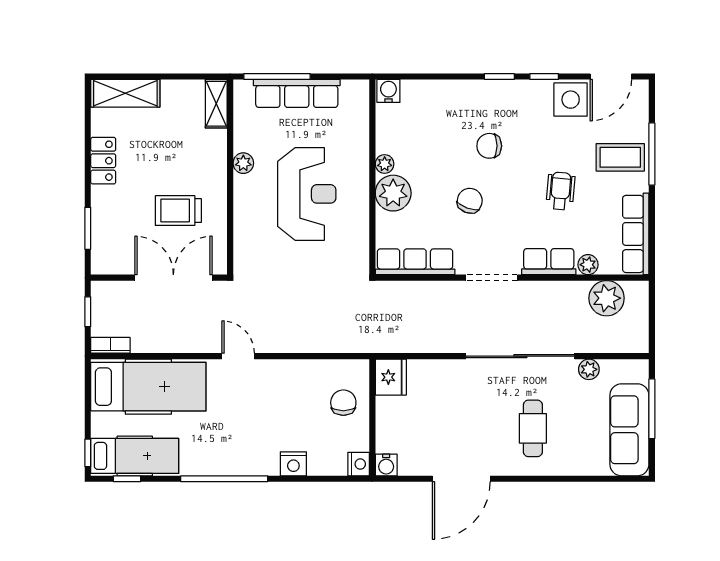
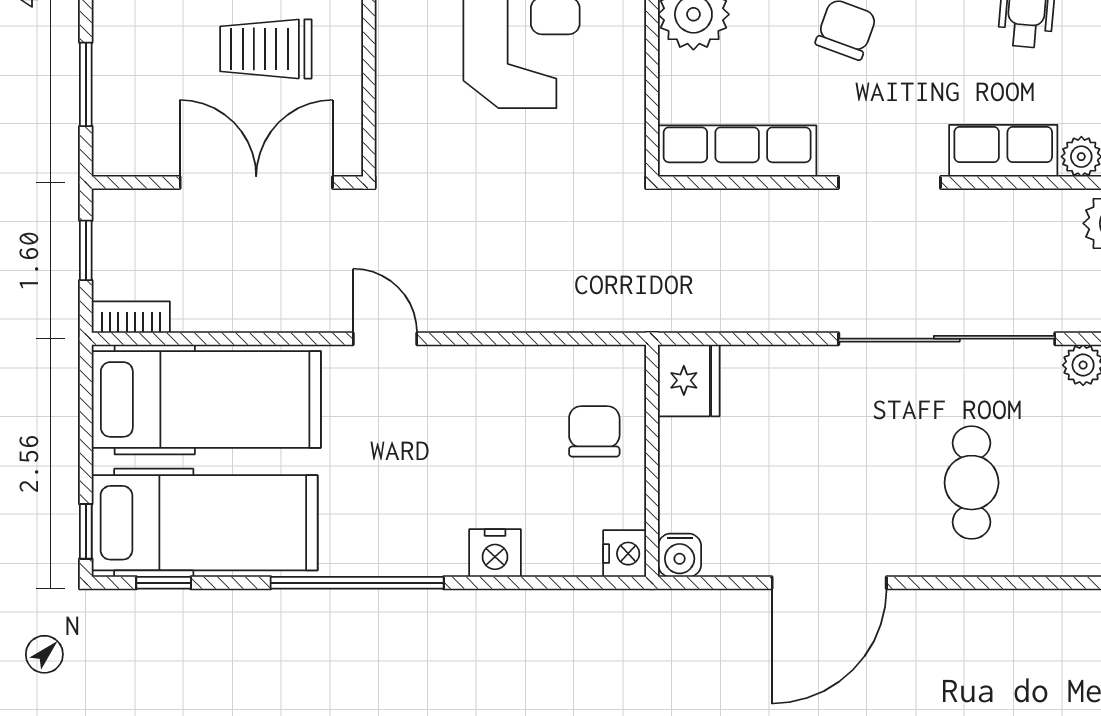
hospital bed: (135, 456) -> (205, 523), width x1.37, depth x1.29

